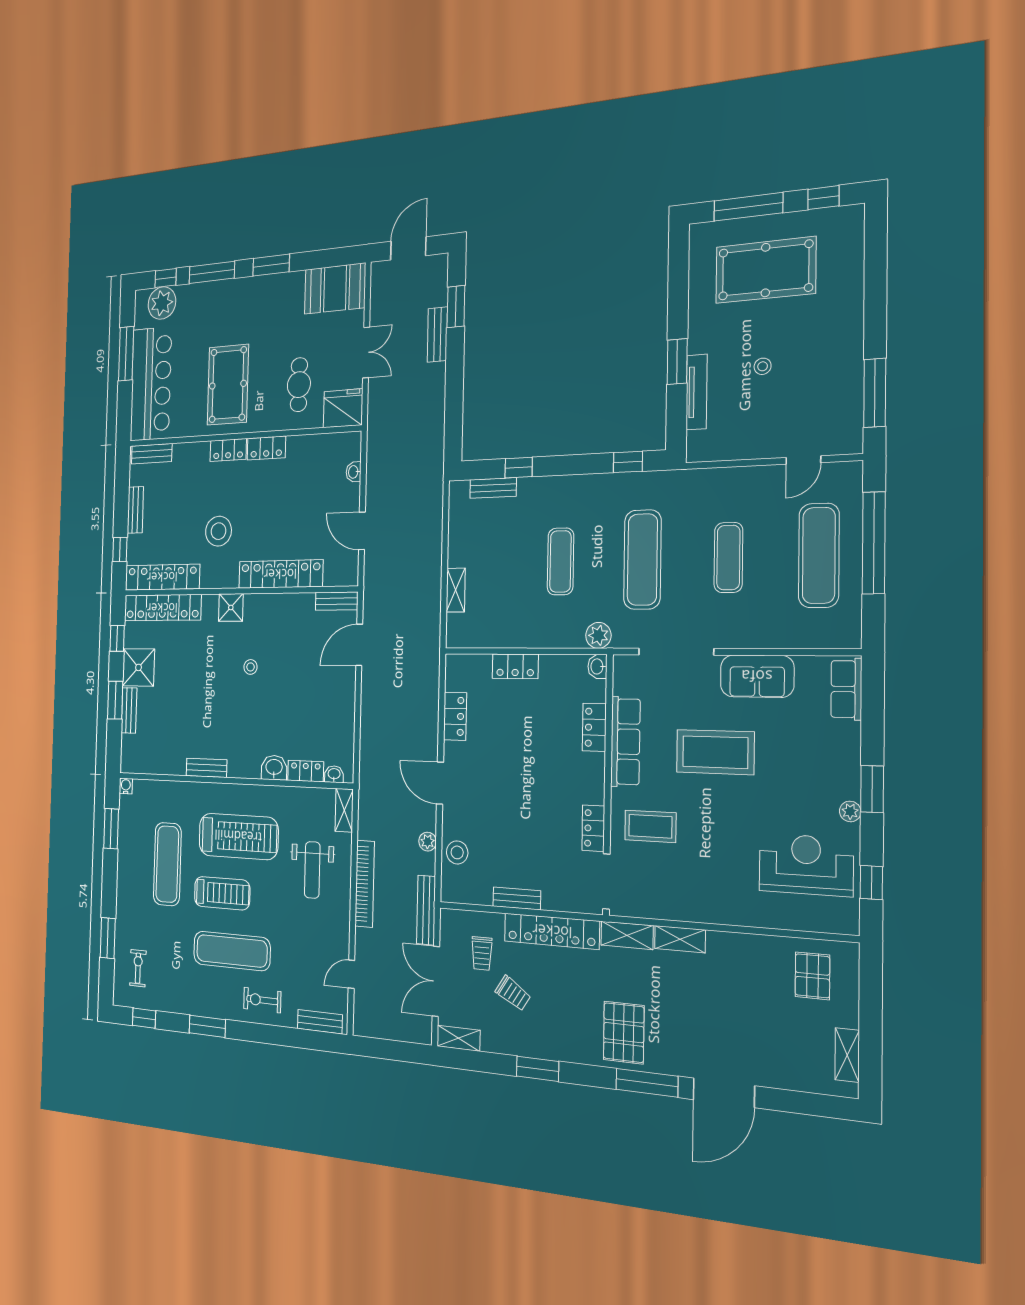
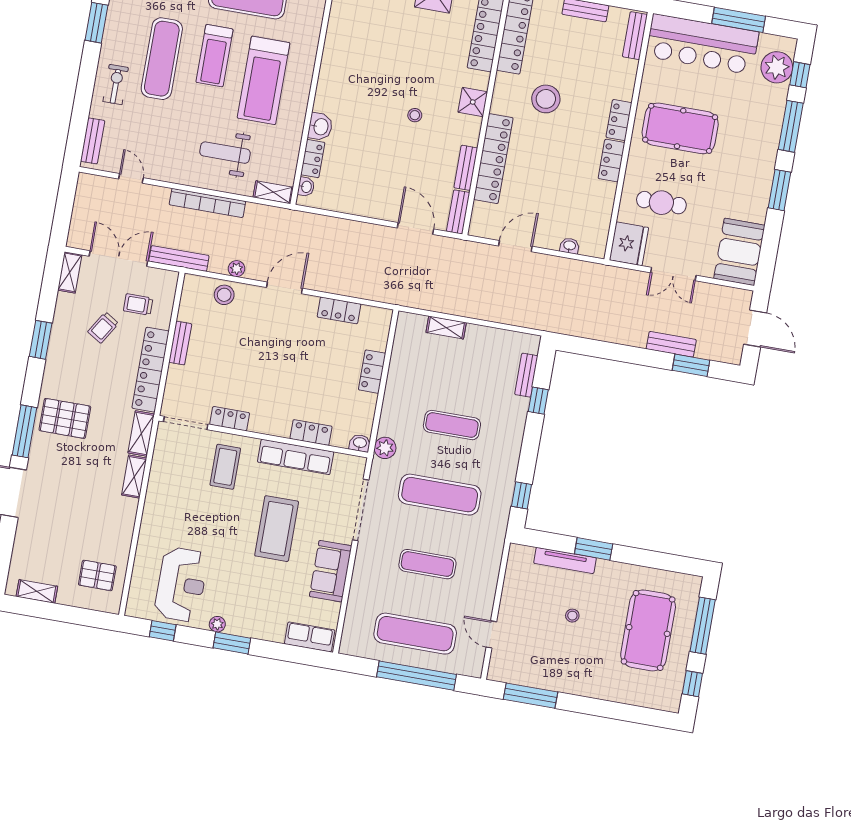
bench: (206, 768) -> (466, 168), moved

